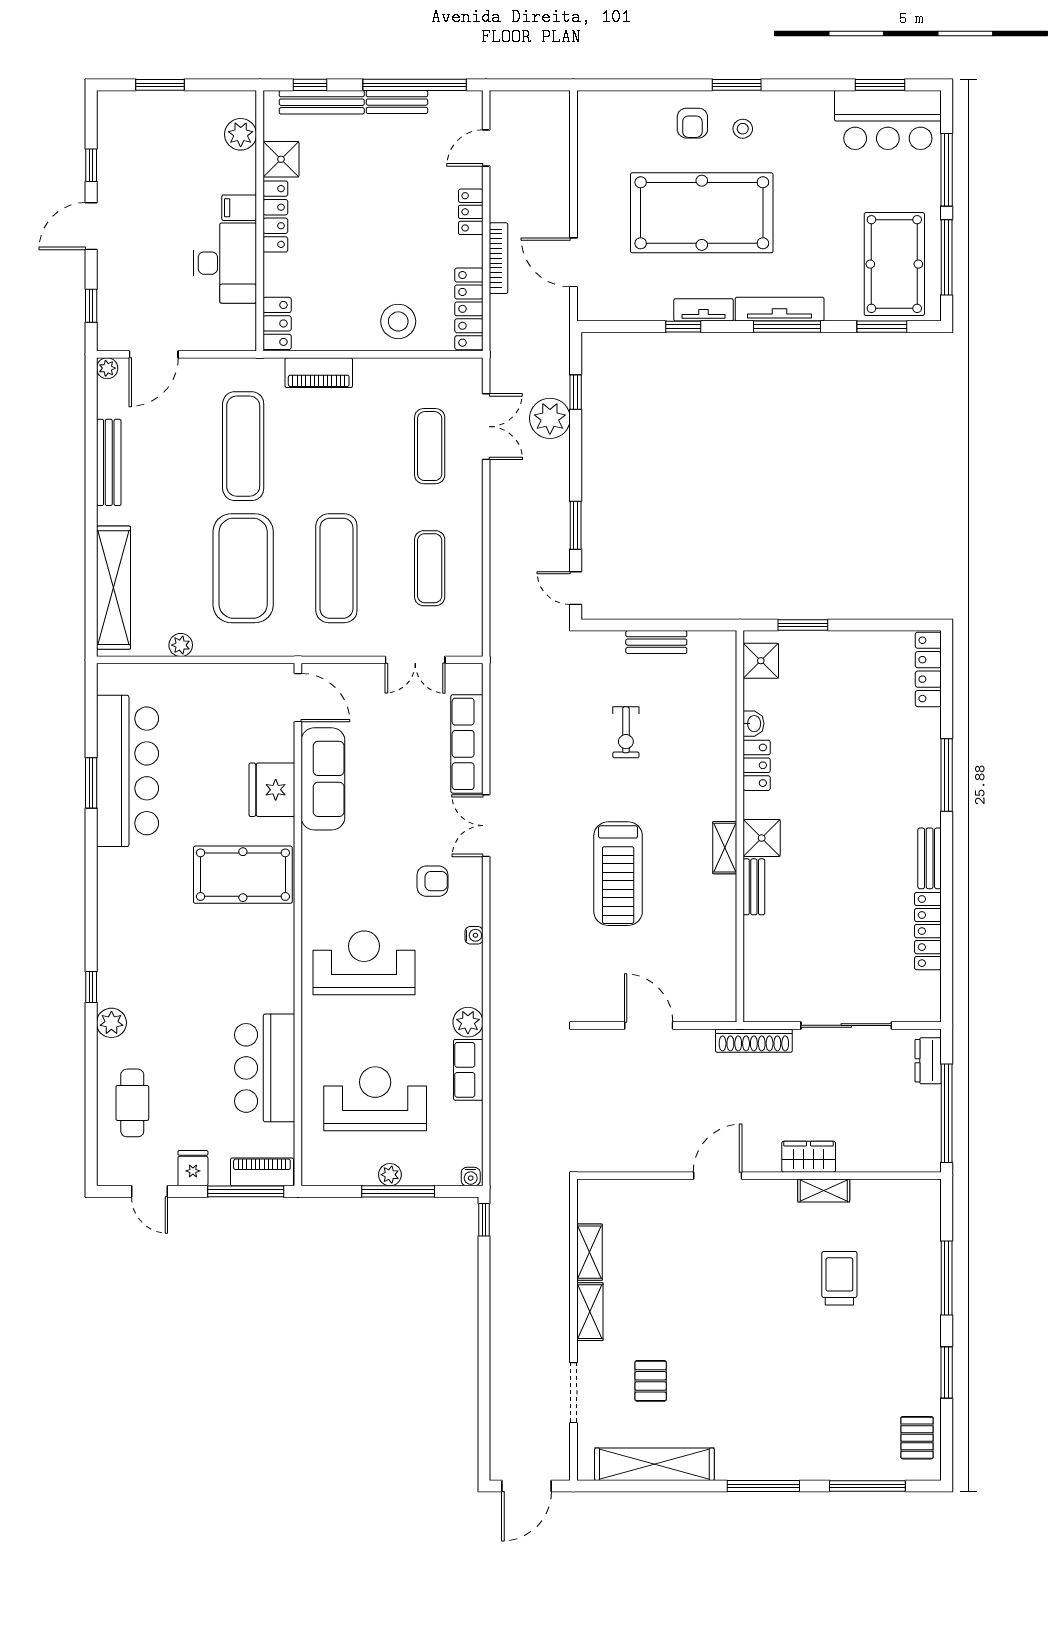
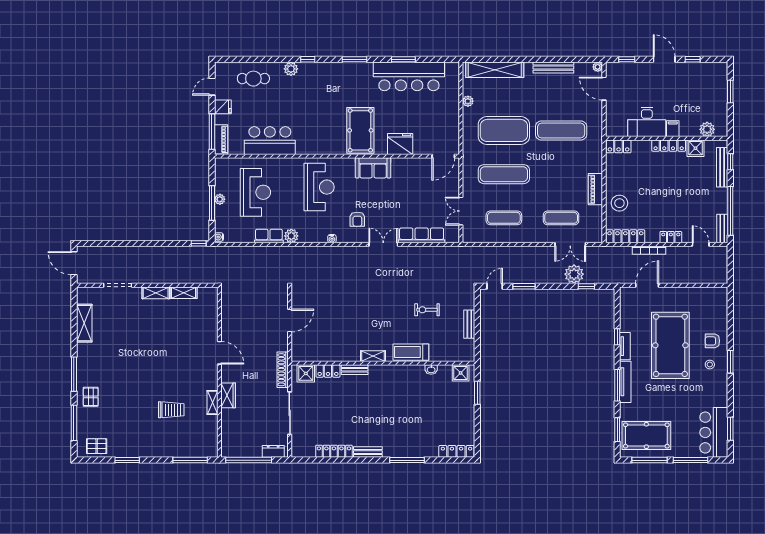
bench: (397, 102) -> (722, 228), moved
piano: (319, 373) -> (595, 189), moved
locker: (757, 765) -> (328, 371), moved
sofa: (323, 779) -> (373, 168), moved, width x0.73
shower: (762, 838) -> (306, 373), moved
treadmill: (618, 874) -> (411, 352), moved, width x0.73, depth x0.73
window: (91, 887) -> (355, 59), added
window: (947, 1278) -> (190, 460), moved
pallet: (651, 1381) -> (91, 397), moved, turned 90
shelving: (654, 1464) -> (84, 323), width x0.68

